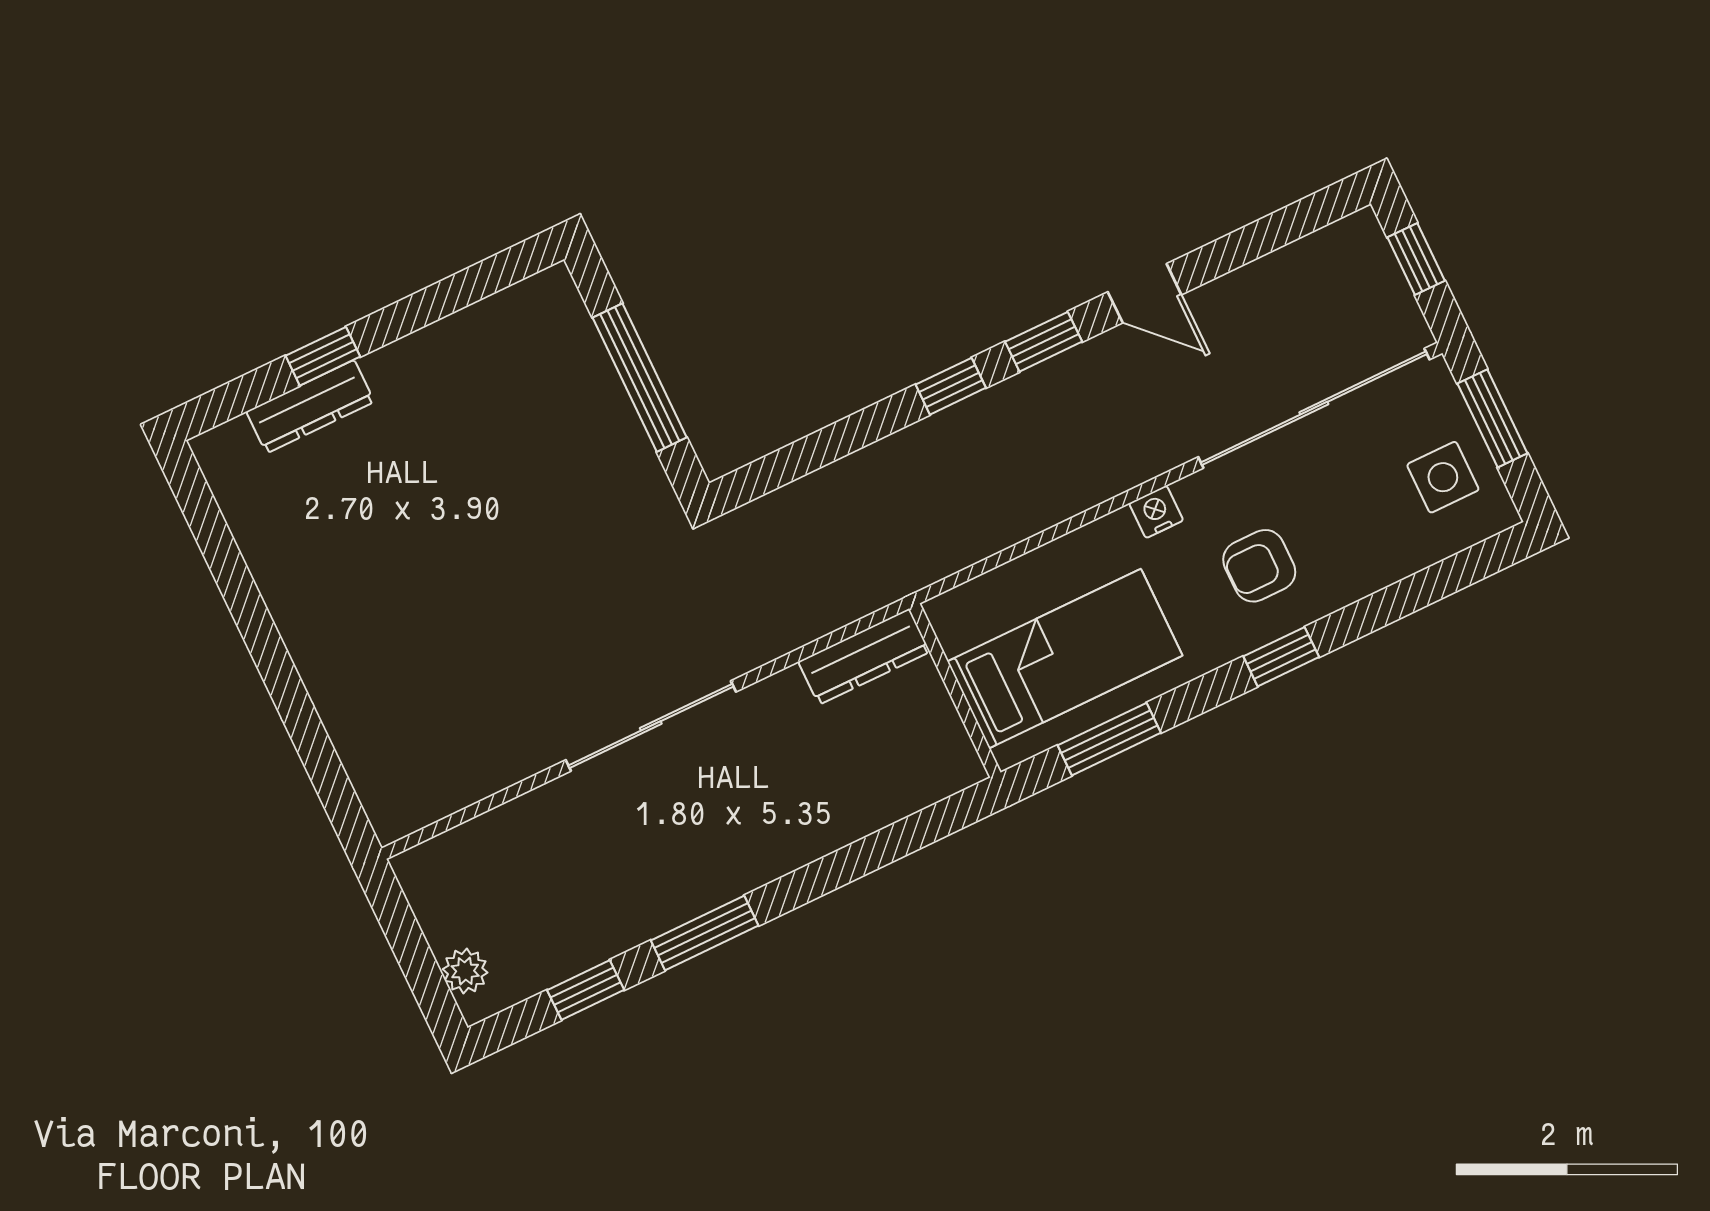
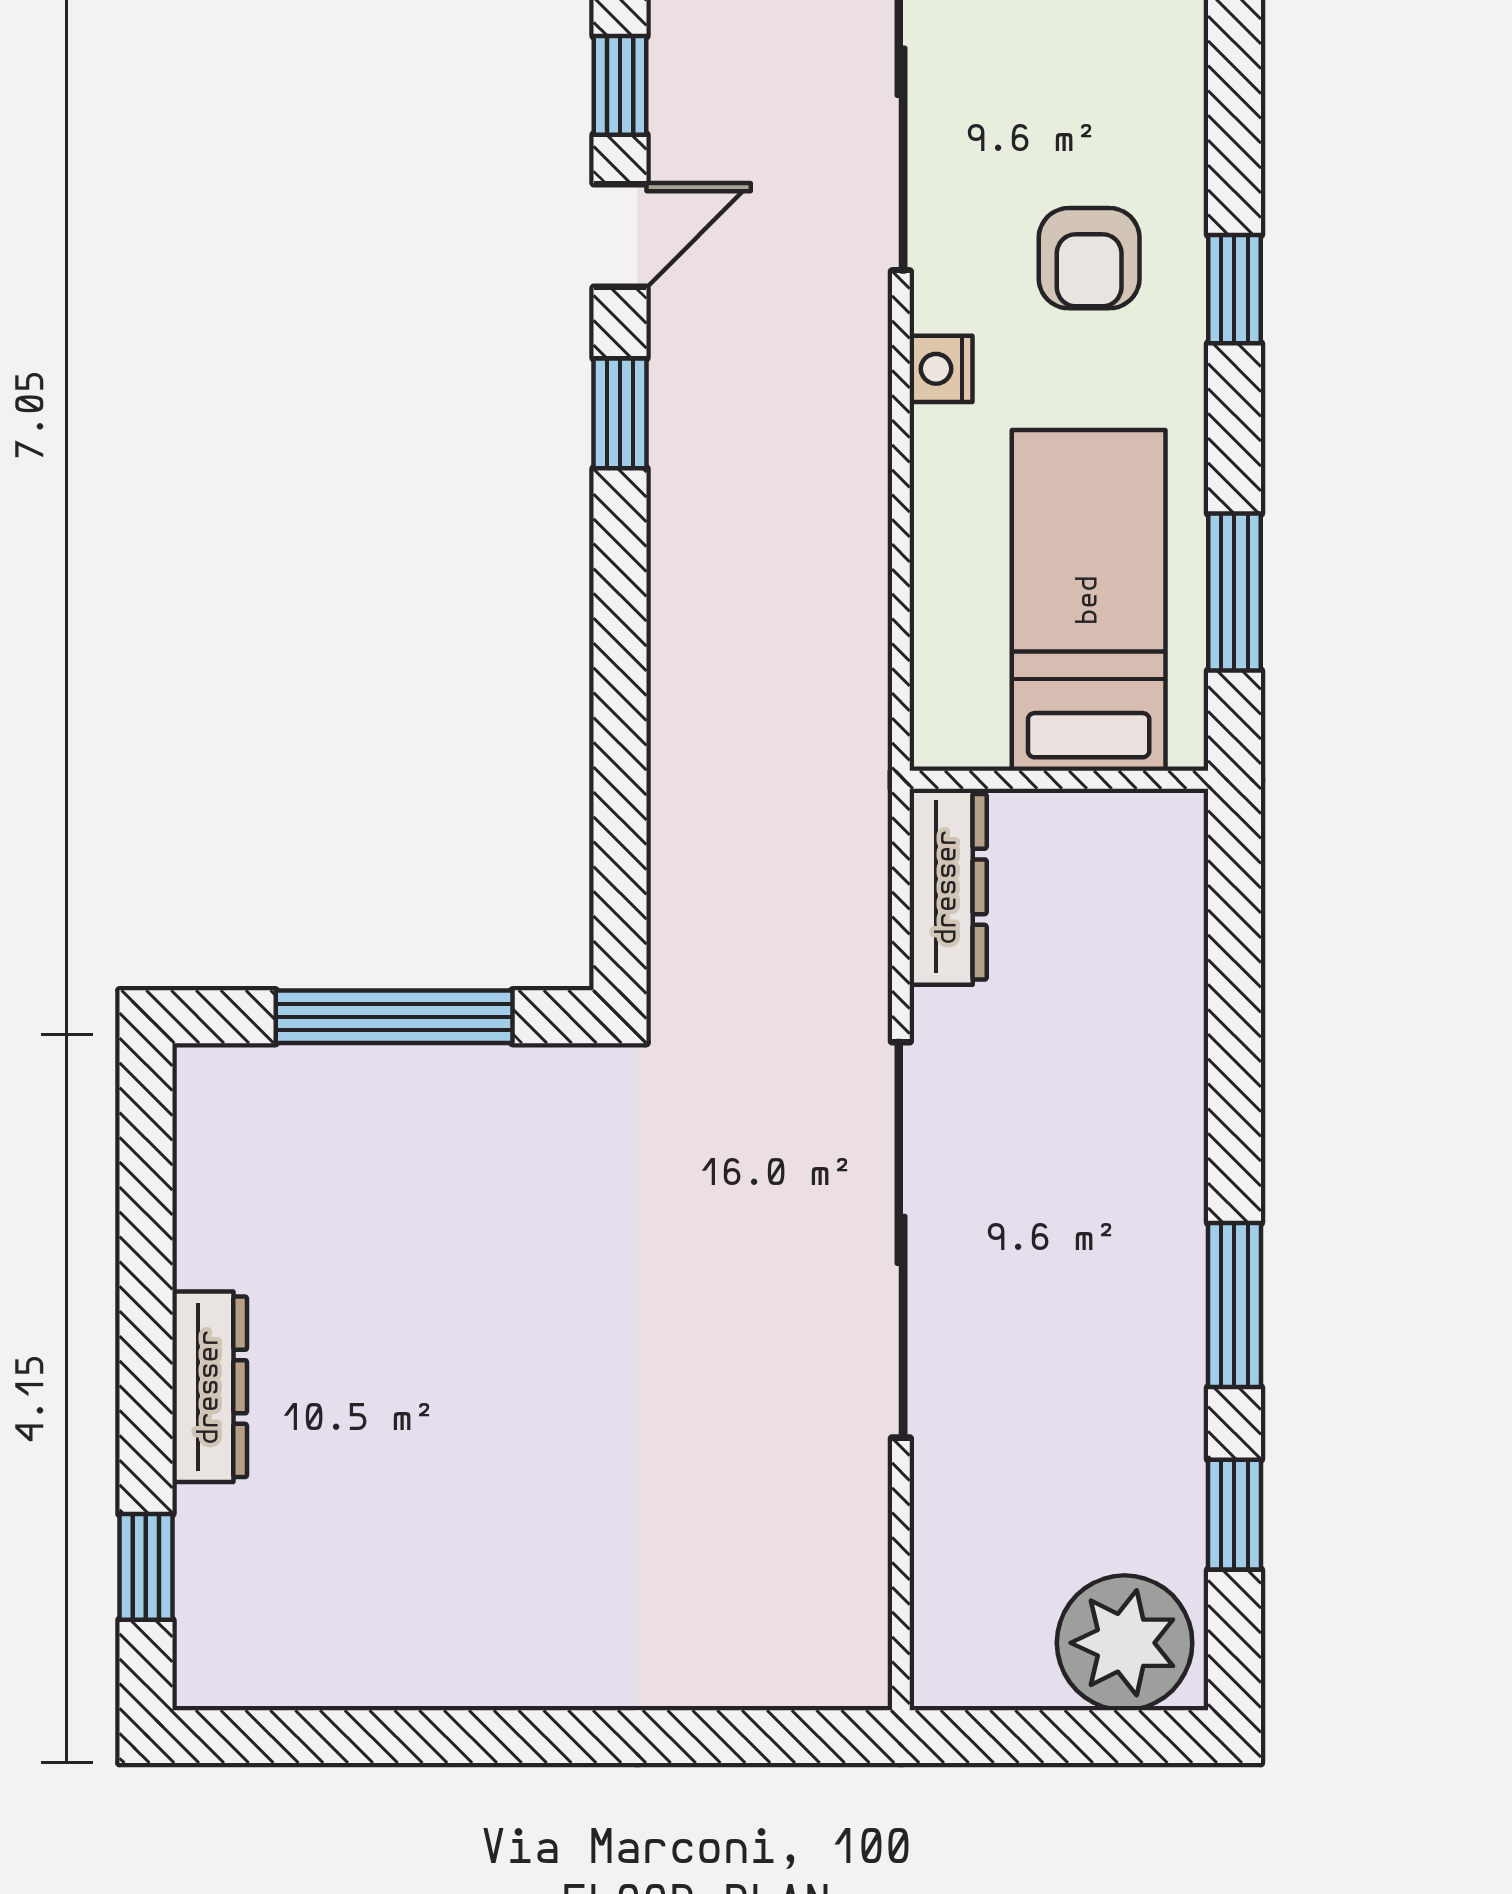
window: (323, 356) -> (146, 1567), moved
window: (951, 386) -> (620, 85), moved
dresser: (310, 407) -> (210, 1387), moved
sliding door: (651, 726) -> (901, 1240), width x1.36
plant: (465, 971) -> (1125, 1643), width x1.88, depth x1.88

